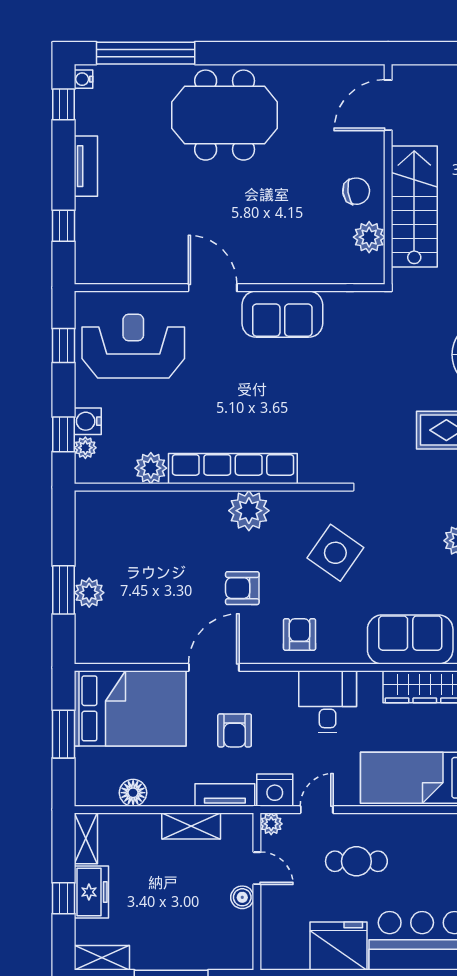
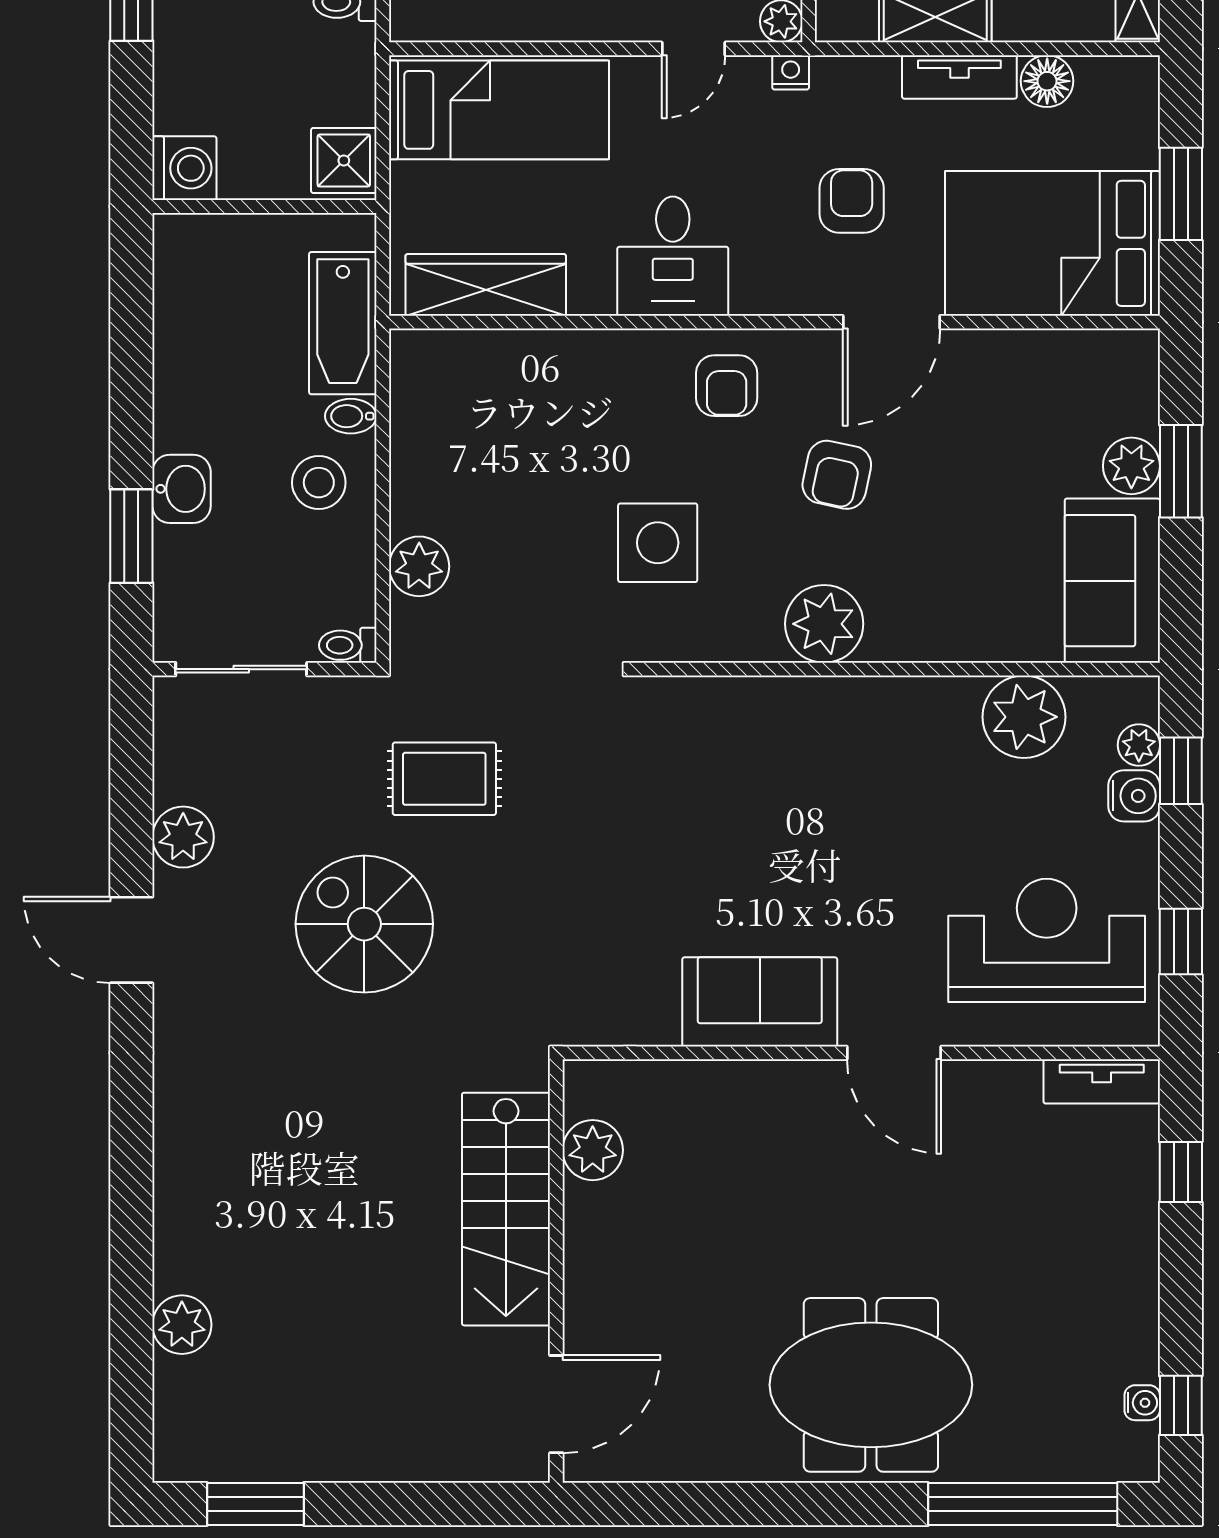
water cooler: (84, 79) -> (1142, 1403), moved
tv unit: (86, 166) -> (1102, 1081), moved, turned -90
chair: (356, 191) -> (618, 1239), removed
reception desk: (133, 346) -> (1047, 940), turned 180
plant: (151, 468) -> (1024, 717), width x1.36, depth x1.36
row of seats: (233, 469) -> (855, 705), removed
side table: (335, 553) -> (658, 543), turned -35
armchair: (242, 588) -> (837, 475), turned 102
sofa: (410, 639) -> (1112, 581), moved, turned 90
nightstand: (275, 790) -> (791, 72), width x0.53, depth x0.56
tv unit: (225, 795) -> (959, 77), moved

